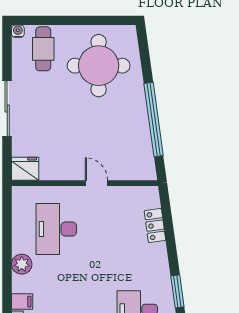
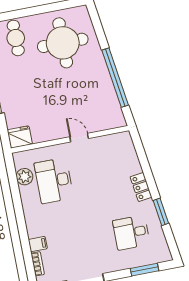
locker: (155, 226) -> (141, 187), moved
plant: (22, 264) -> (24, 177), moved

